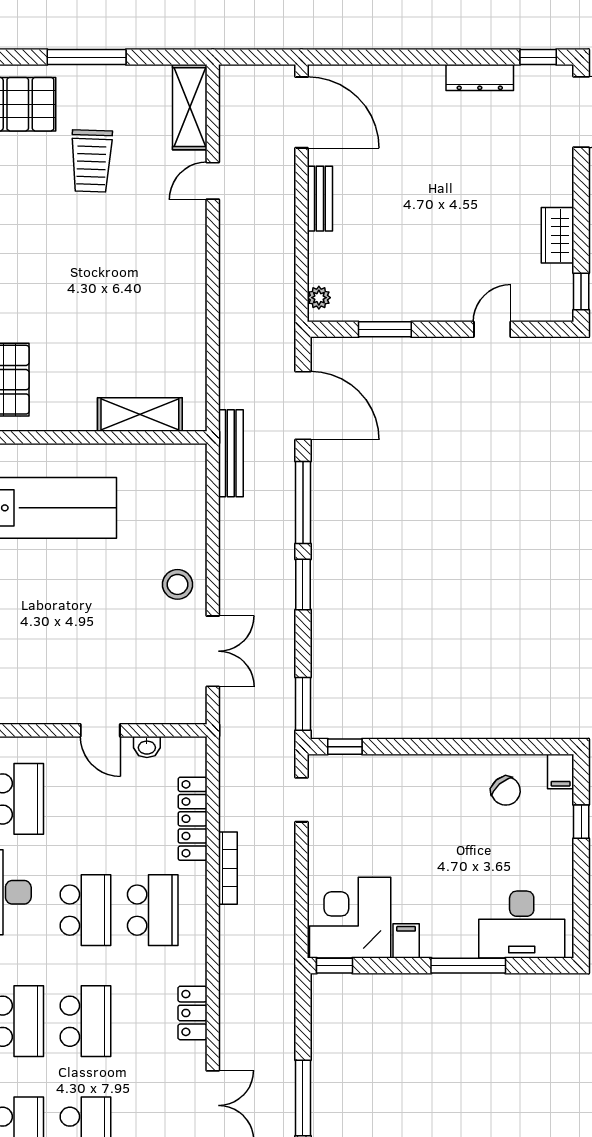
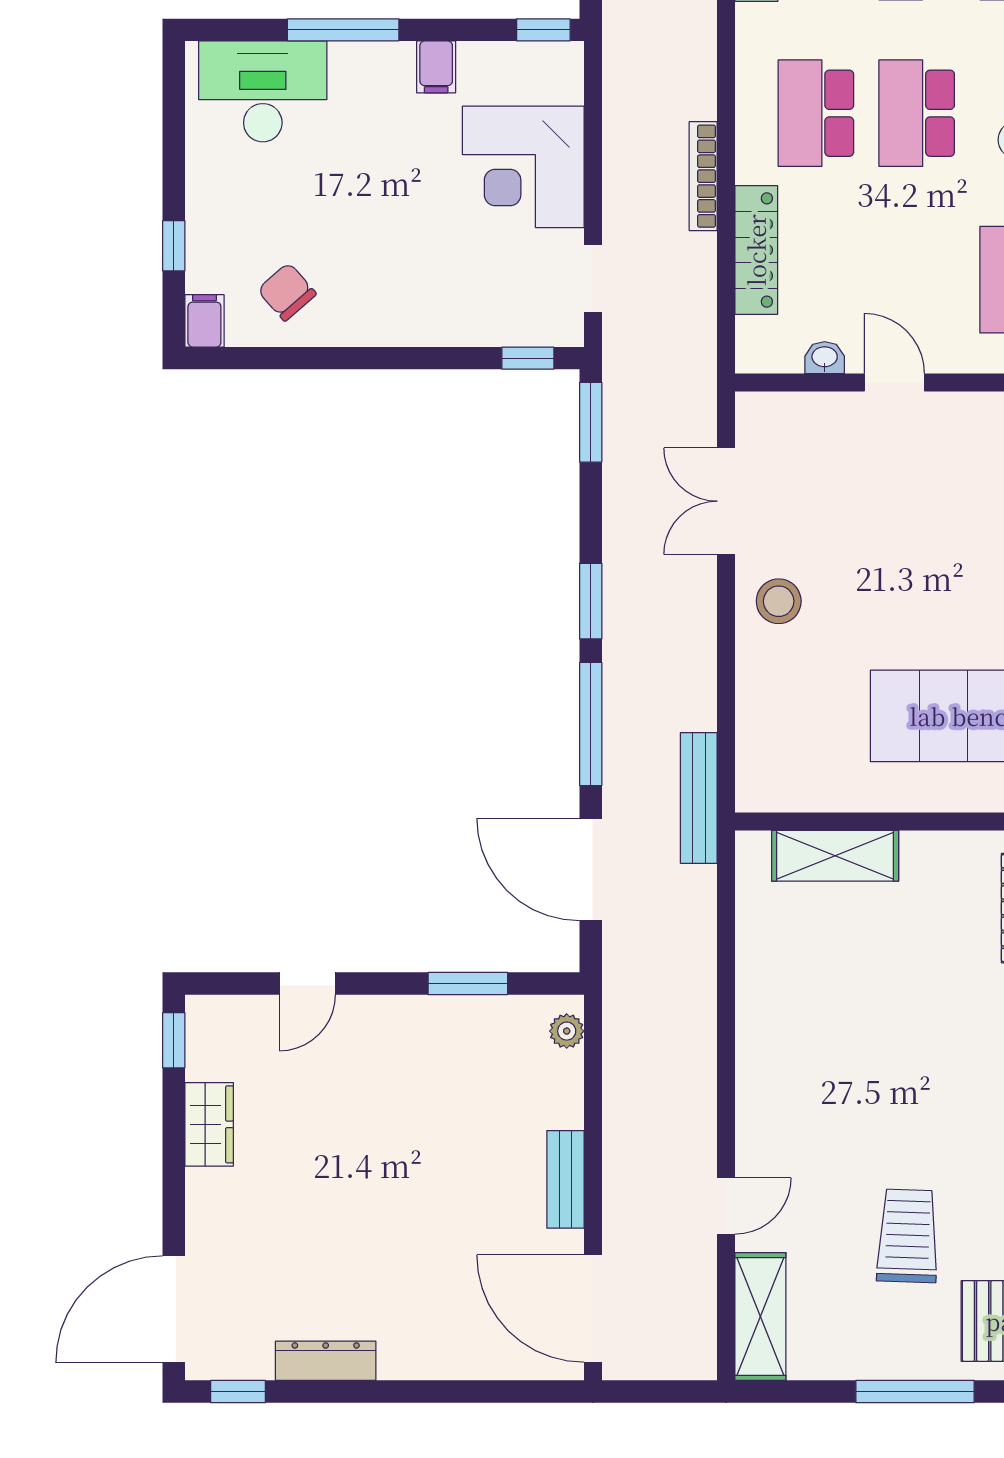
corner desk: (350, 918) -> (523, 167), moved, turned 90

